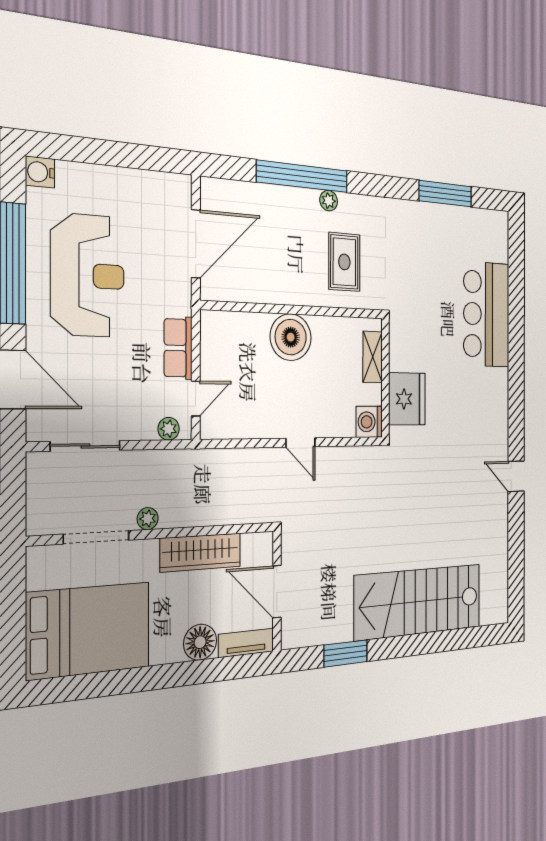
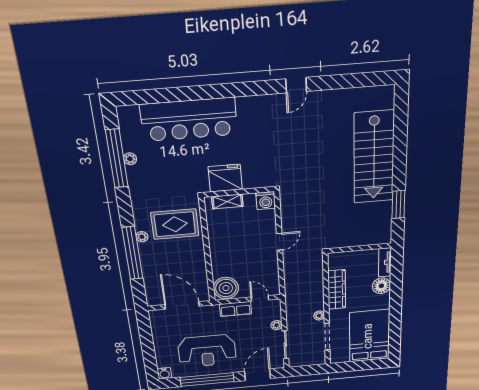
window: (445, 194) -> (117, 158), width x1.46
plant: (444, 214) -> (130, 159), added
rug: (344, 262) -> (175, 224), width x1.36, depth x1.43
reception desk: (88, 275) -> (207, 351), turned 180
bar counter: (486, 314) -> (189, 119), width x1.36
boiler: (291, 337) -> (226, 288), moved
fridge: (407, 399) -> (225, 178), moved
plant: (169, 429) -> (277, 325), moved
door: (277, 592) -> (360, 248), removed

